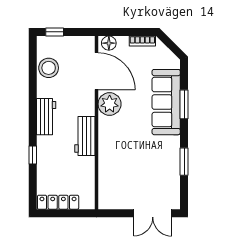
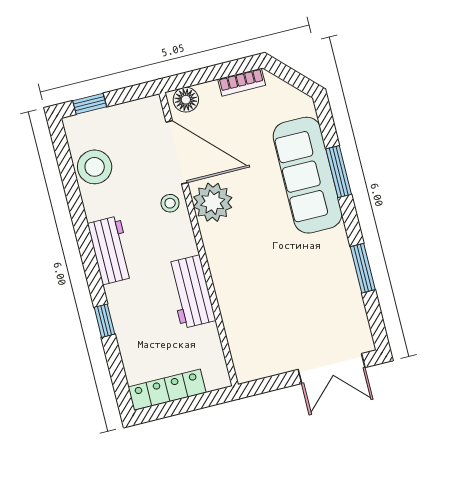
stool: (86, 99) -> (170, 203), added
workbench: (85, 136) -> (191, 292), moved

